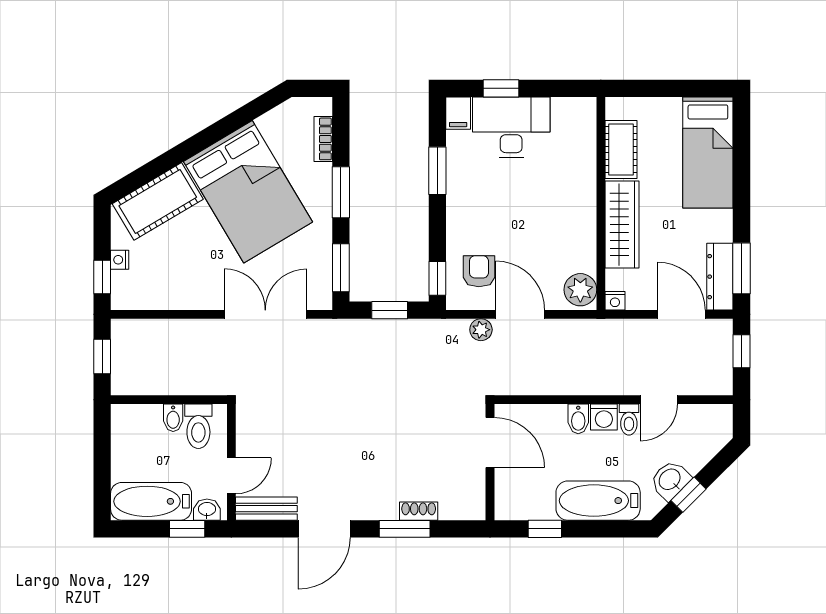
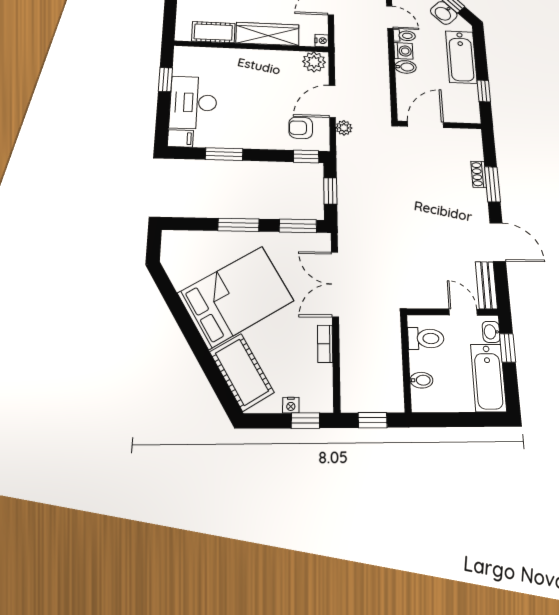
window: (501, 88) -> (165, 80), moved
bookcase: (323, 139) -> (325, 344), moved, turned 90
bidet: (173, 418) -> (421, 380), moved

